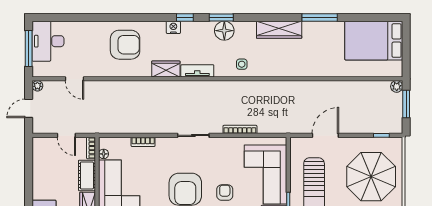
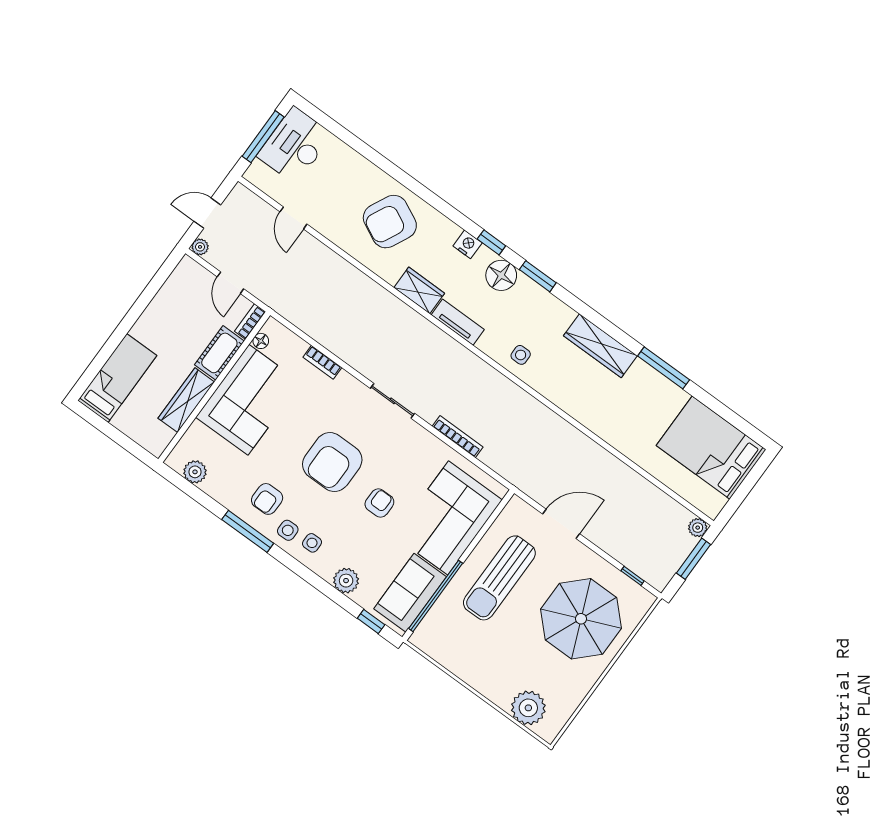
floor lamp: (224, 31) -> (501, 275), moved
armchair: (125, 45) -> (390, 222), turned 116
plant: (37, 86) -> (200, 247), moved

